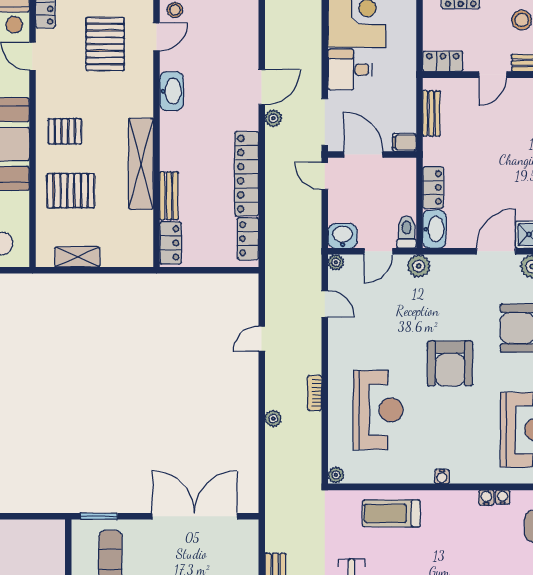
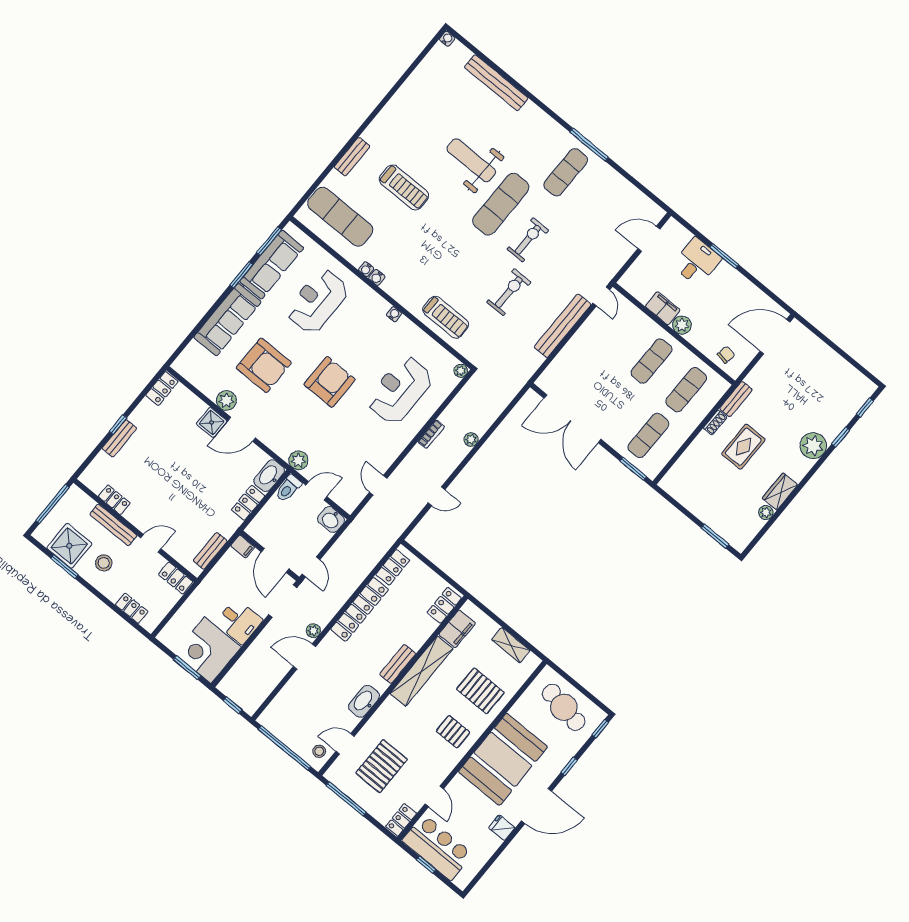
bench: (169, 196) -> (398, 664), moved
filing cabinet: (140, 231) -> (457, 629), added
plant: (336, 262) -> (349, 506), removed

